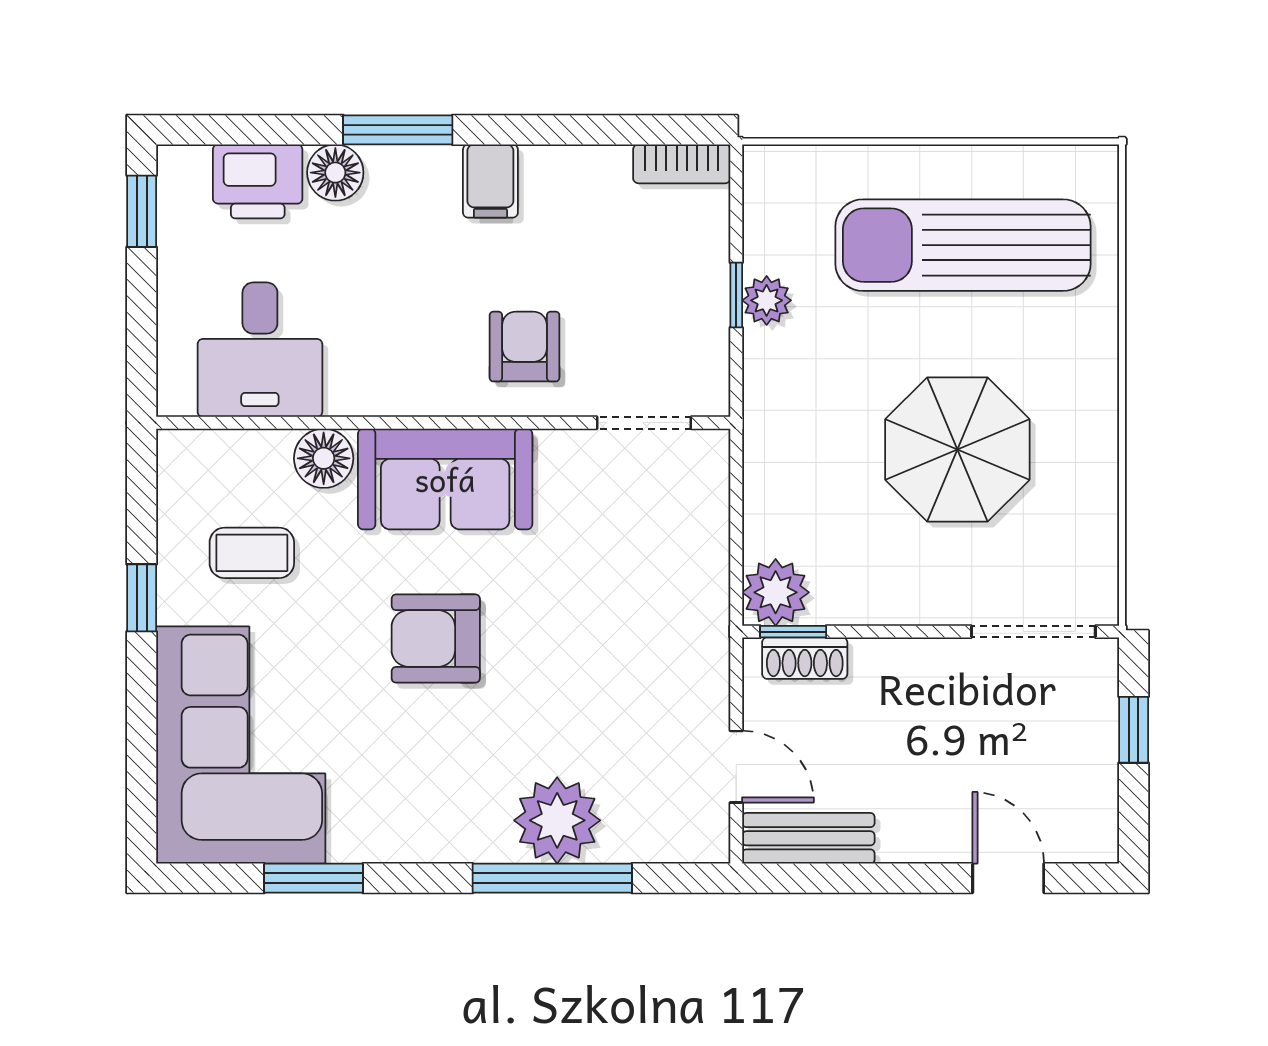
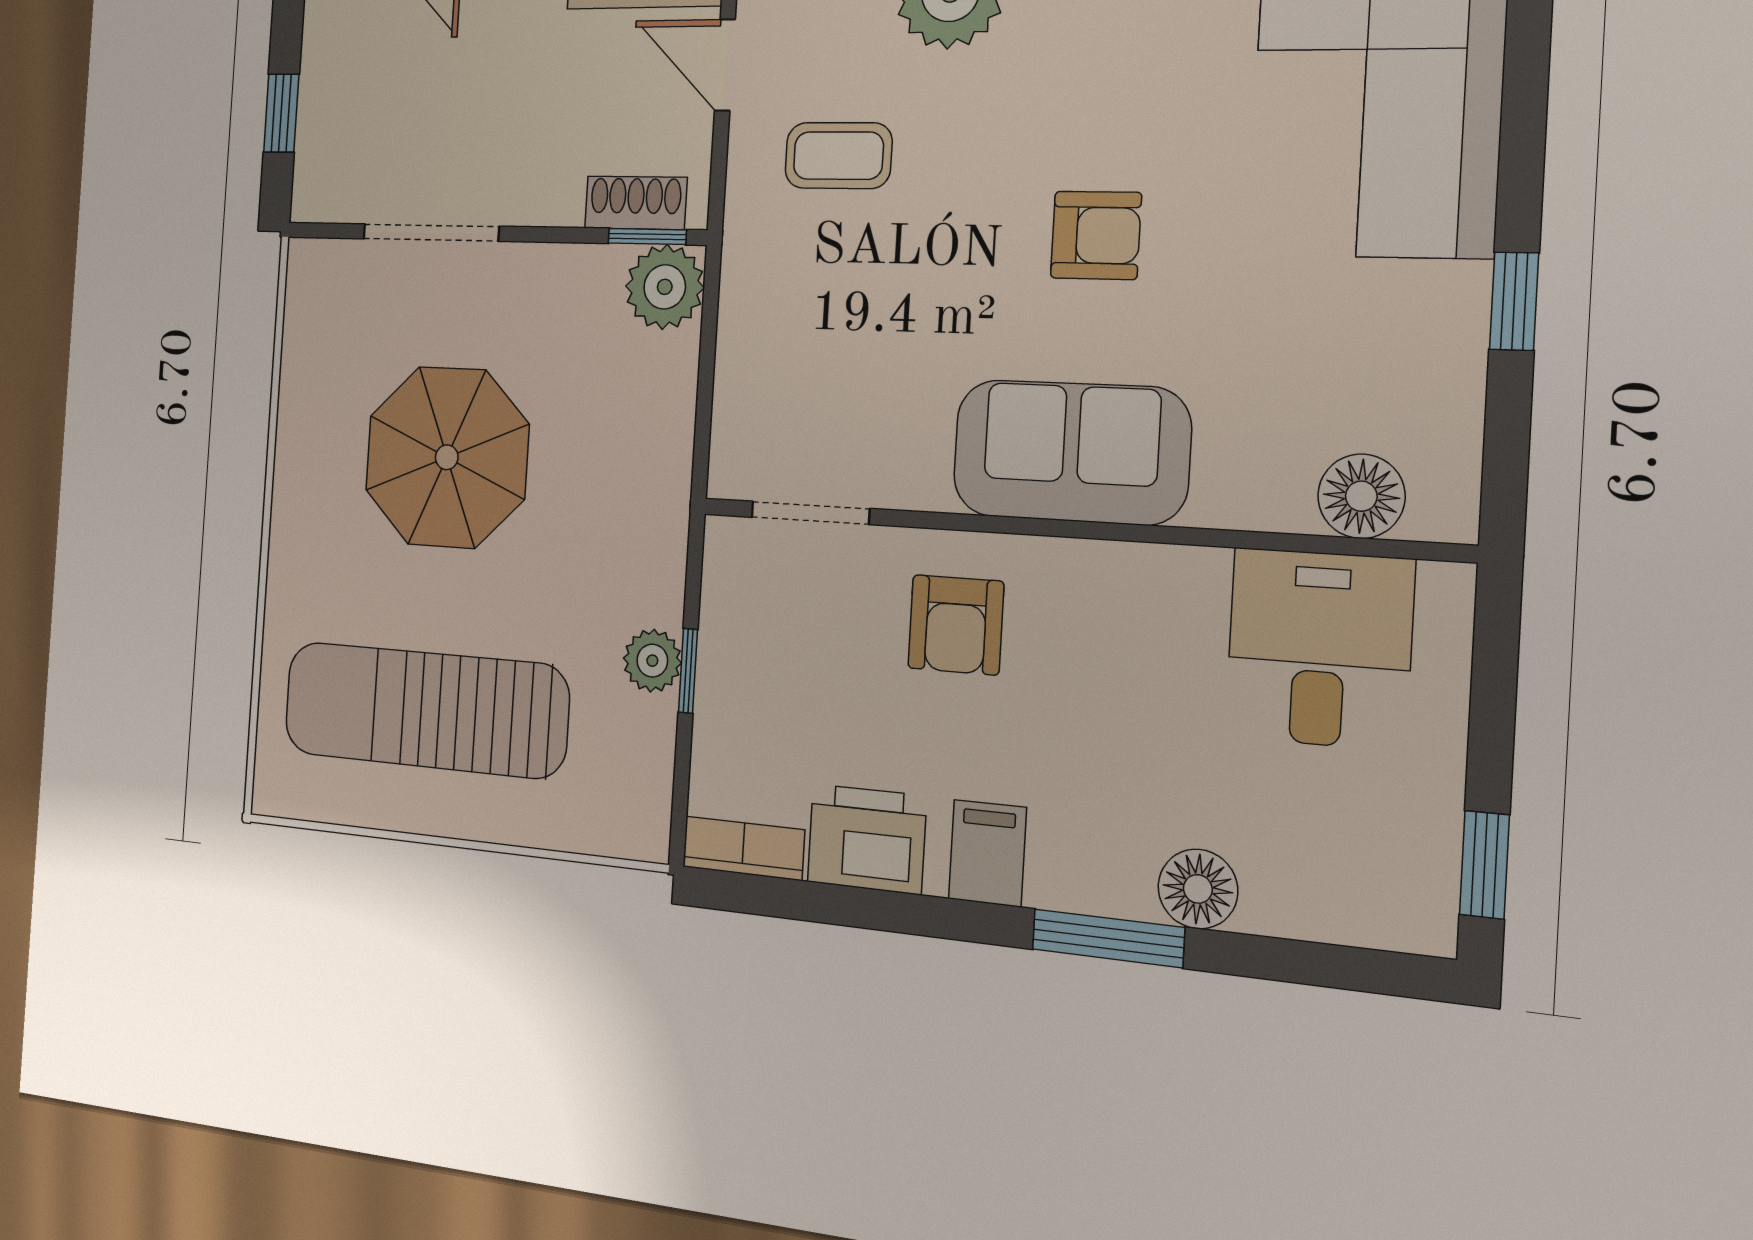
printer: (258, 181) -> (867, 839), moved
sun lounger: (963, 245) -> (425, 710), turned 180
floor lamp: (324, 458) -> (1361, 496), moved
coffee table: (252, 553) -> (838, 156), moved
doorway: (1033, 632) -> (431, 233), moved
armchair: (436, 639) -> (1096, 235), width x0.72, depth x0.72

